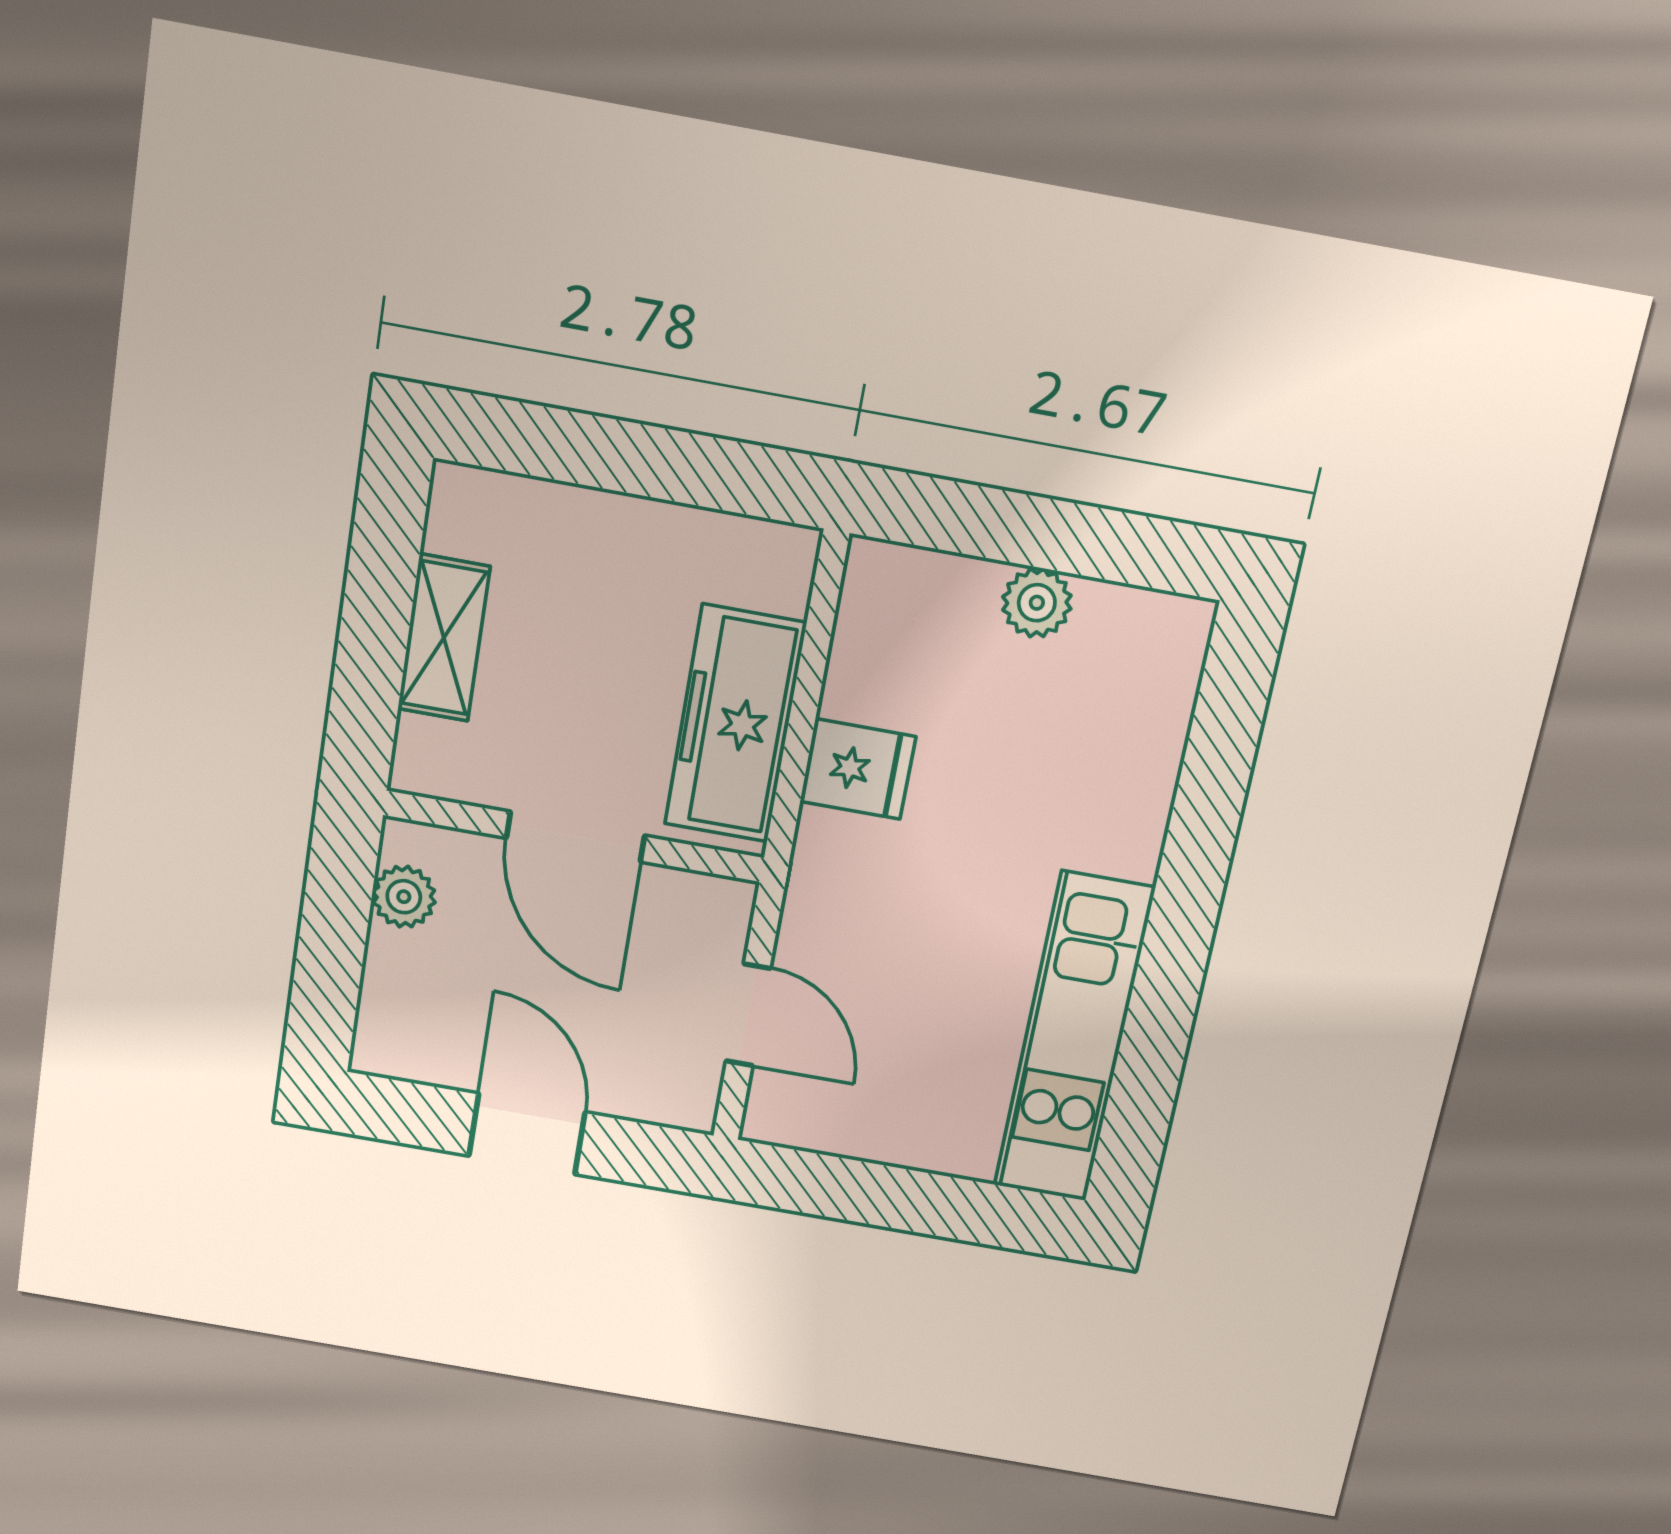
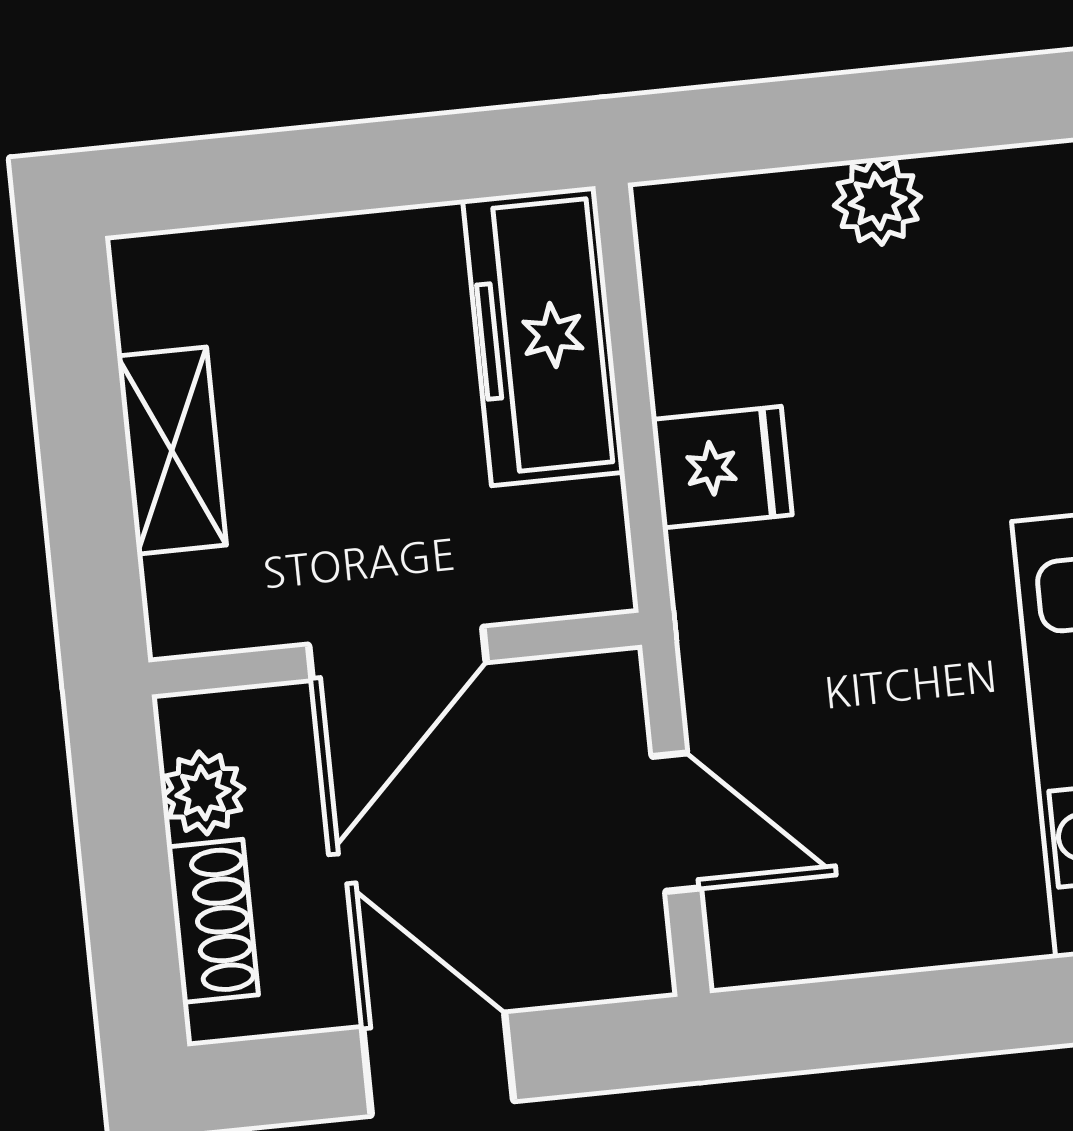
freezer: (735, 724) -> (544, 336), moved
door: (576, 837) -> (397, 653), hinge flipped
shoe rack: (388, 989) -> (213, 921), added

